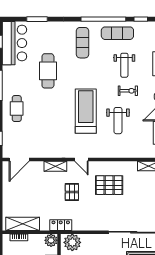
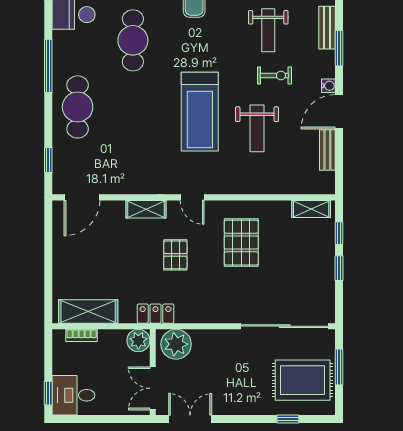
cafe table: (17, 109) -> (78, 107), width x1.37, depth x1.35
treadmill: (86, 111) -> (200, 112), turned 180
pallet: (109, 185) -> (241, 243), turned 90

